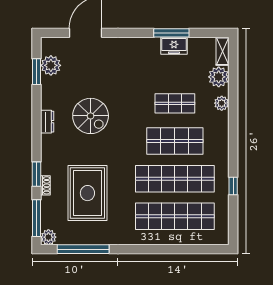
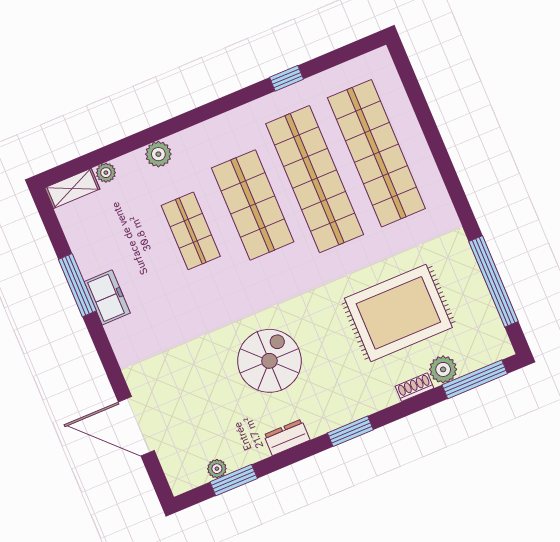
freezer: (174, 46) -> (107, 297), moved
plant: (51, 65) -> (217, 469), width x0.53, depth x0.53
plant: (219, 77) -> (106, 173), width x0.53, depth x0.53
dresser: (47, 122) -> (287, 437), moved
window: (37, 174) -> (350, 431), moved
plant: (48, 237) -> (443, 369), moved

